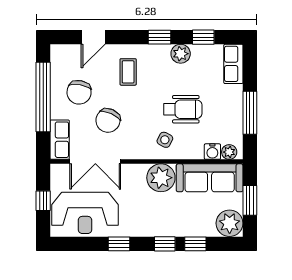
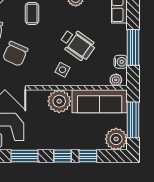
wheelchair: (183, 109) -> (77, 44), turned 35
water cooler: (212, 152) -> (121, 62), moved, turned -90
window: (250, 200) -> (133, 120), width x1.44
window: (119, 244) -> (24, 156), width x1.50

